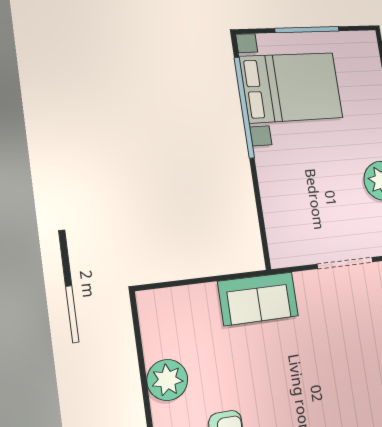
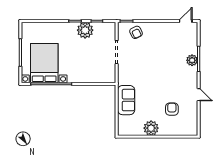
sofa: (258, 299) -> (126, 100), moved

